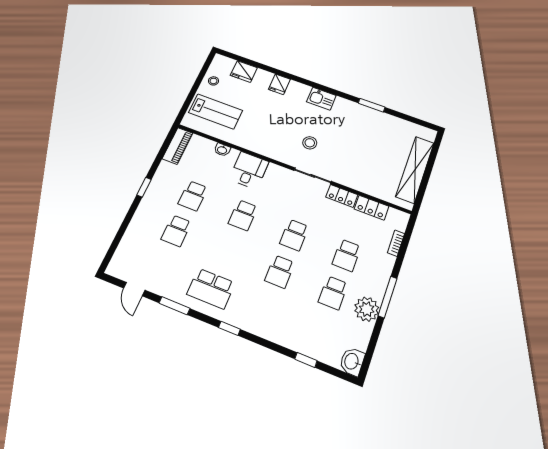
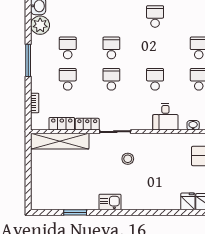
fridge: (279, 84) -> (188, 201), moved
kitchen sink: (321, 99) -> (110, 202), moved
window: (372, 105) -> (75, 212), moved
shelving: (415, 170) -> (60, 141), moved, turned 90
school desk: (211, 288) -> (155, 17), width x0.54
plant: (367, 309) -> (40, 25), moved

